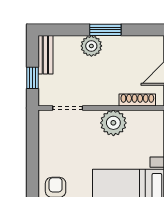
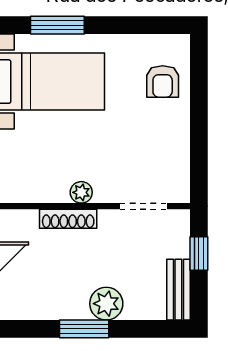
shoe rack: (137, 100) -> (68, 219), moved
plant: (113, 123) -> (81, 192), width x0.53, depth x0.53

